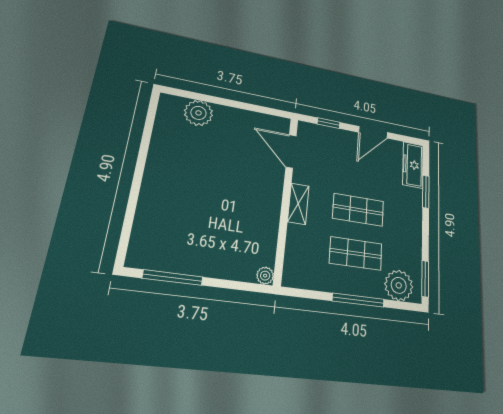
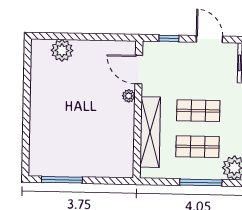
door: (373, 132) -> (209, 39), swing flipped
shelving: (298, 204) -> (150, 132), width x2.20, depth x1.33
plant: (265, 276) -> (129, 96), moved

